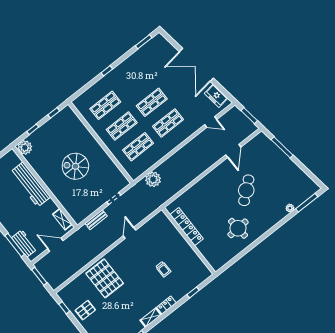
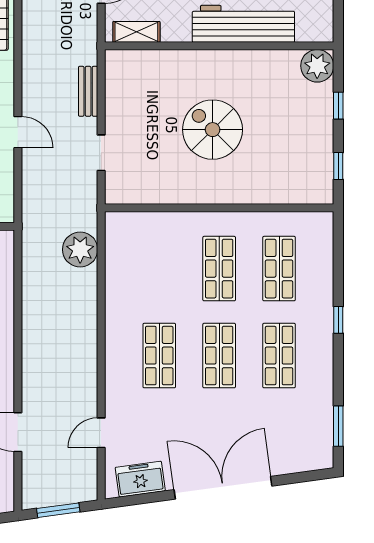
shop shelf: (138, 147) -> (279, 356), moved
spiral stairs: (75, 166) -> (213, 130), turned -90

